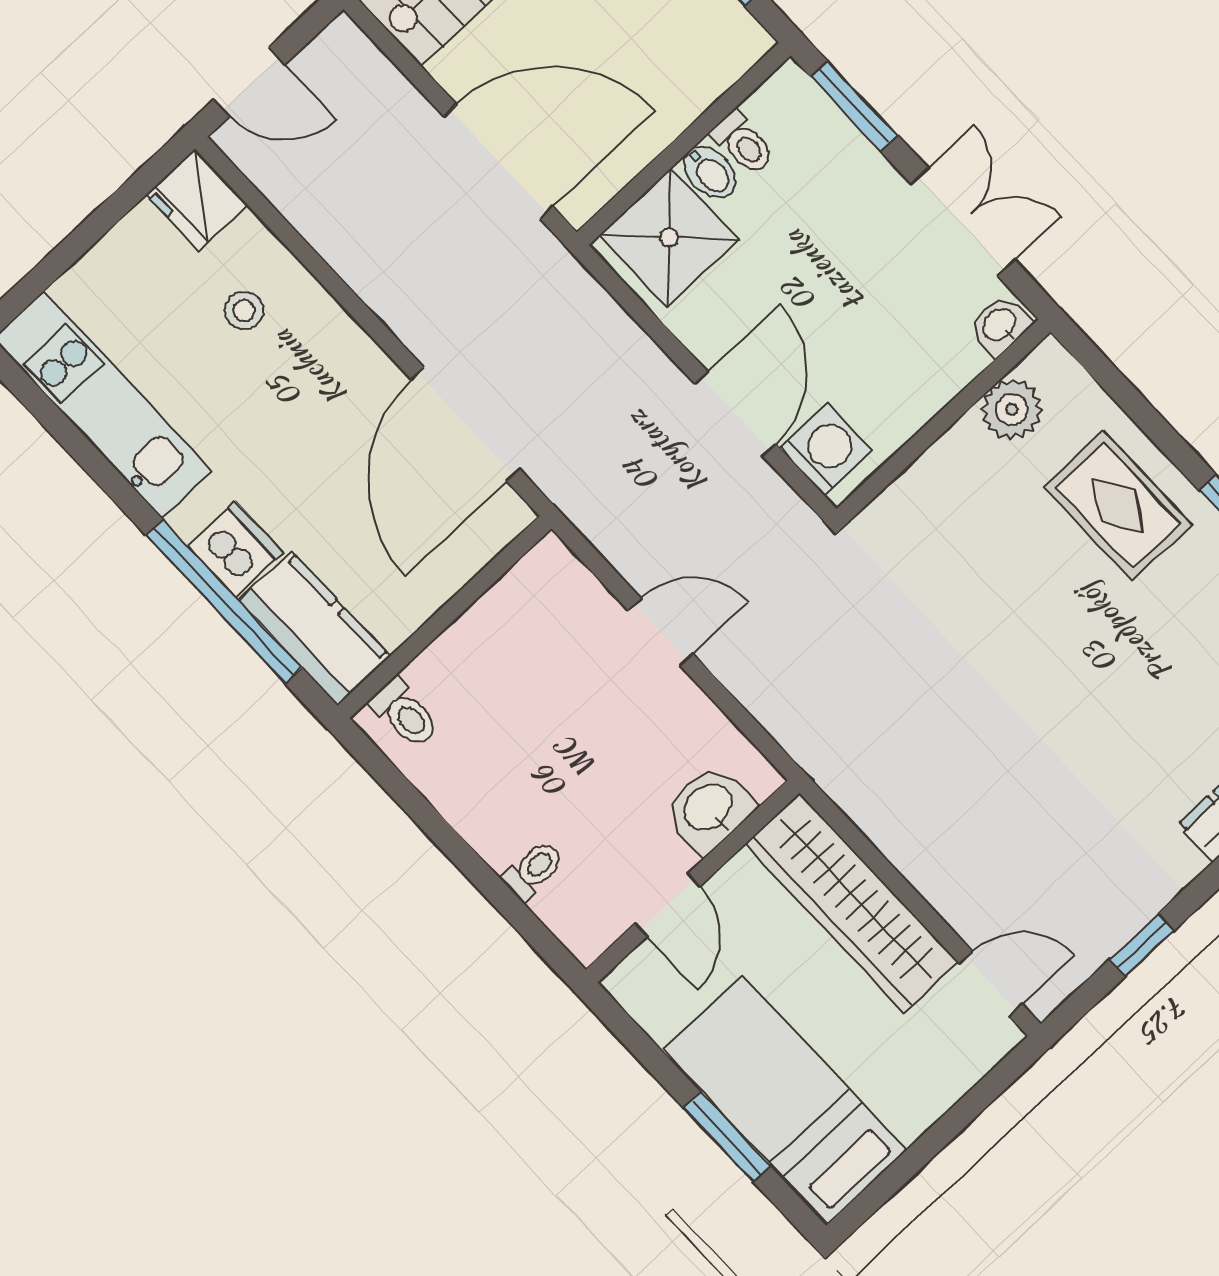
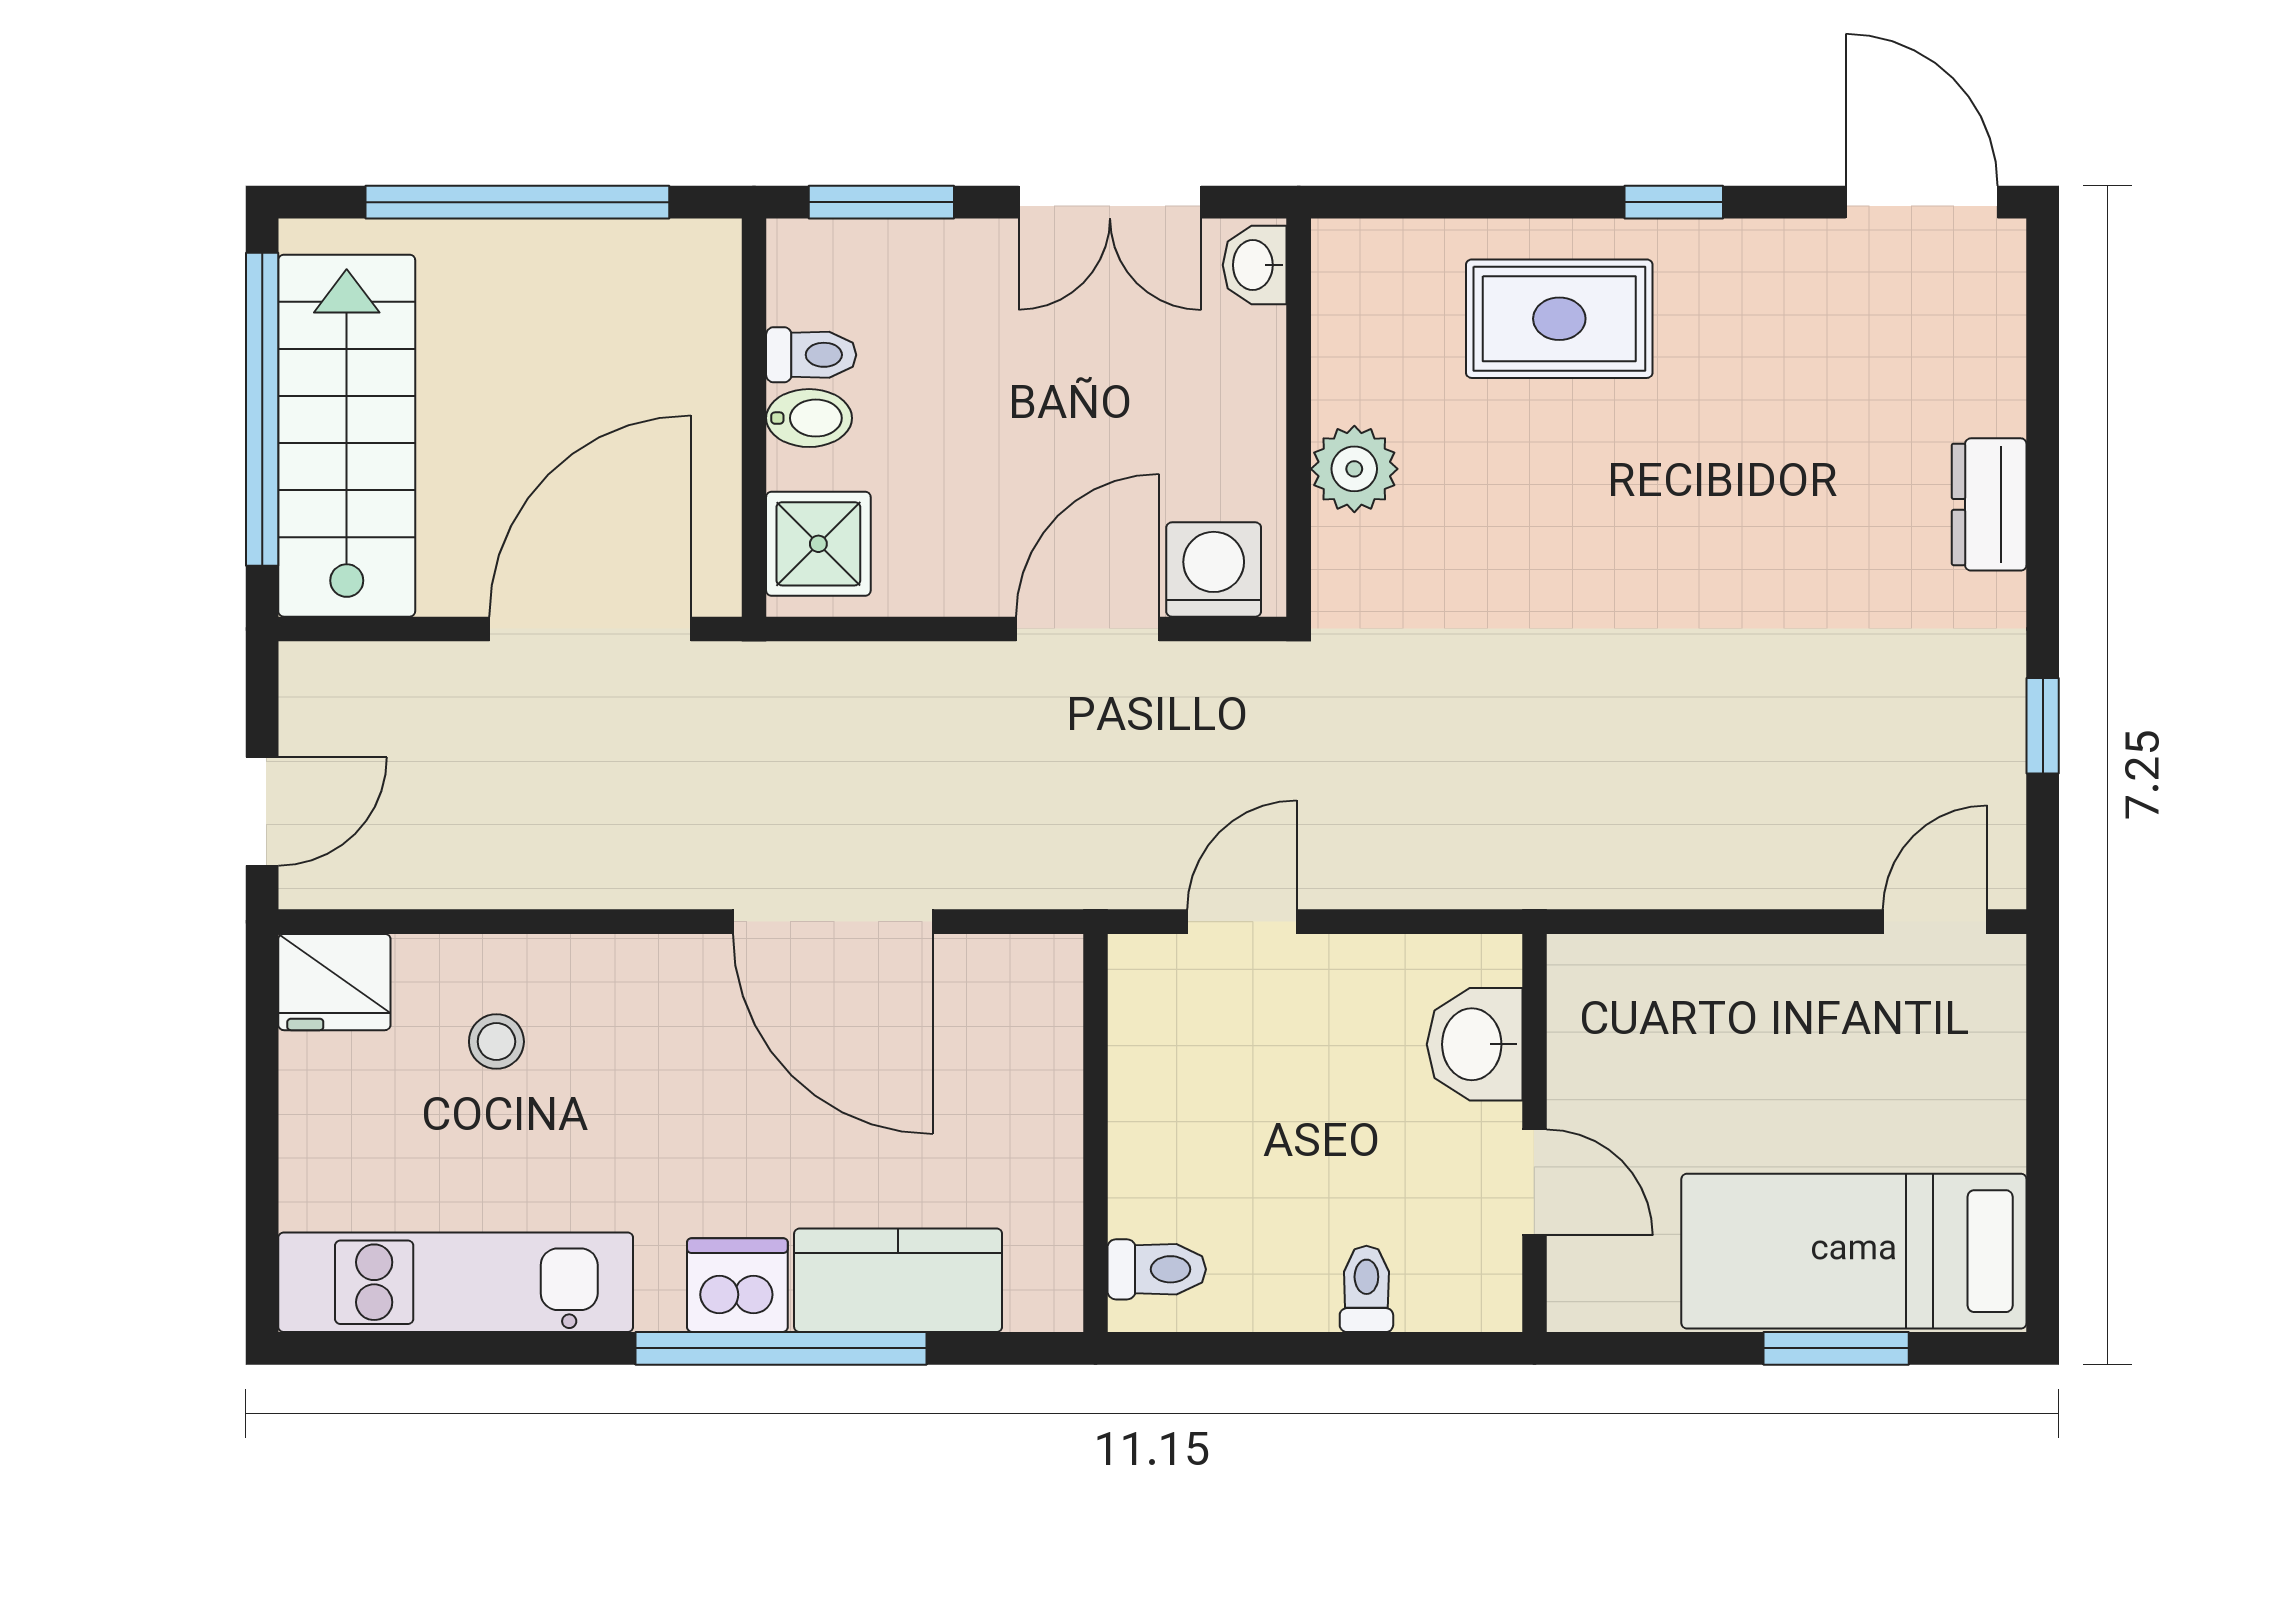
double door: (963, 222) -> (1110, 202), swing flipped
shower: (669, 237) -> (818, 544), width x0.73, depth x0.73
plant: (1012, 409) -> (1354, 469), moved
door: (736, 414) -> (1088, 629), hinge flipped
wall: (445, 617) -> (1095, 1133), moved
toilet: (405, 713) -> (1157, 1269), moved
wardrobe: (852, 903) -> (1713, 988), removed

